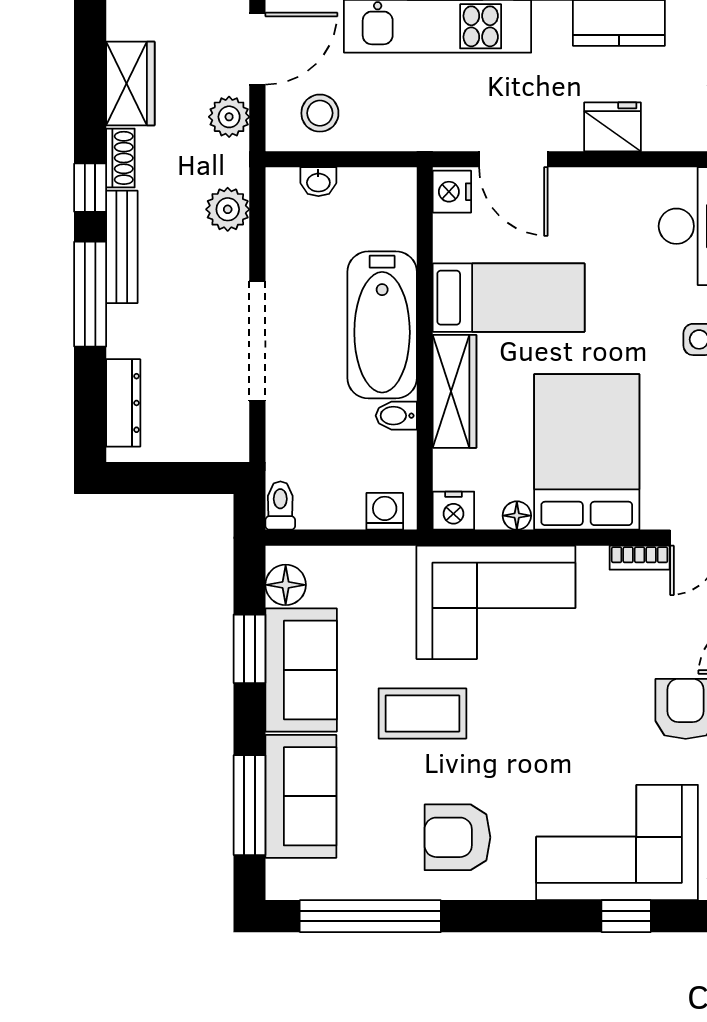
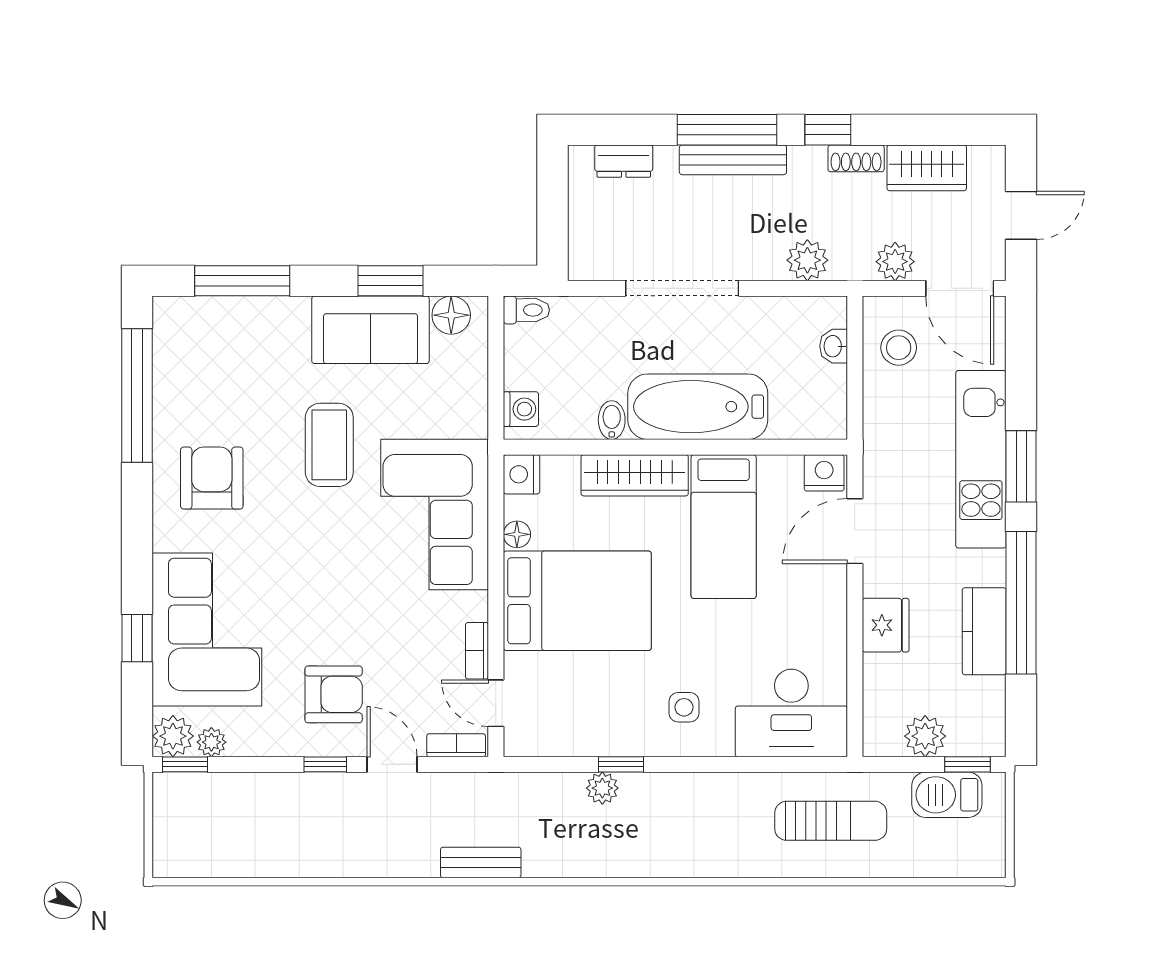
bench: (122, 247) -> (733, 160), moved
dresser: (123, 403) -> (624, 161), width x0.70
sofa: (301, 796) -> (251, 330), removed

